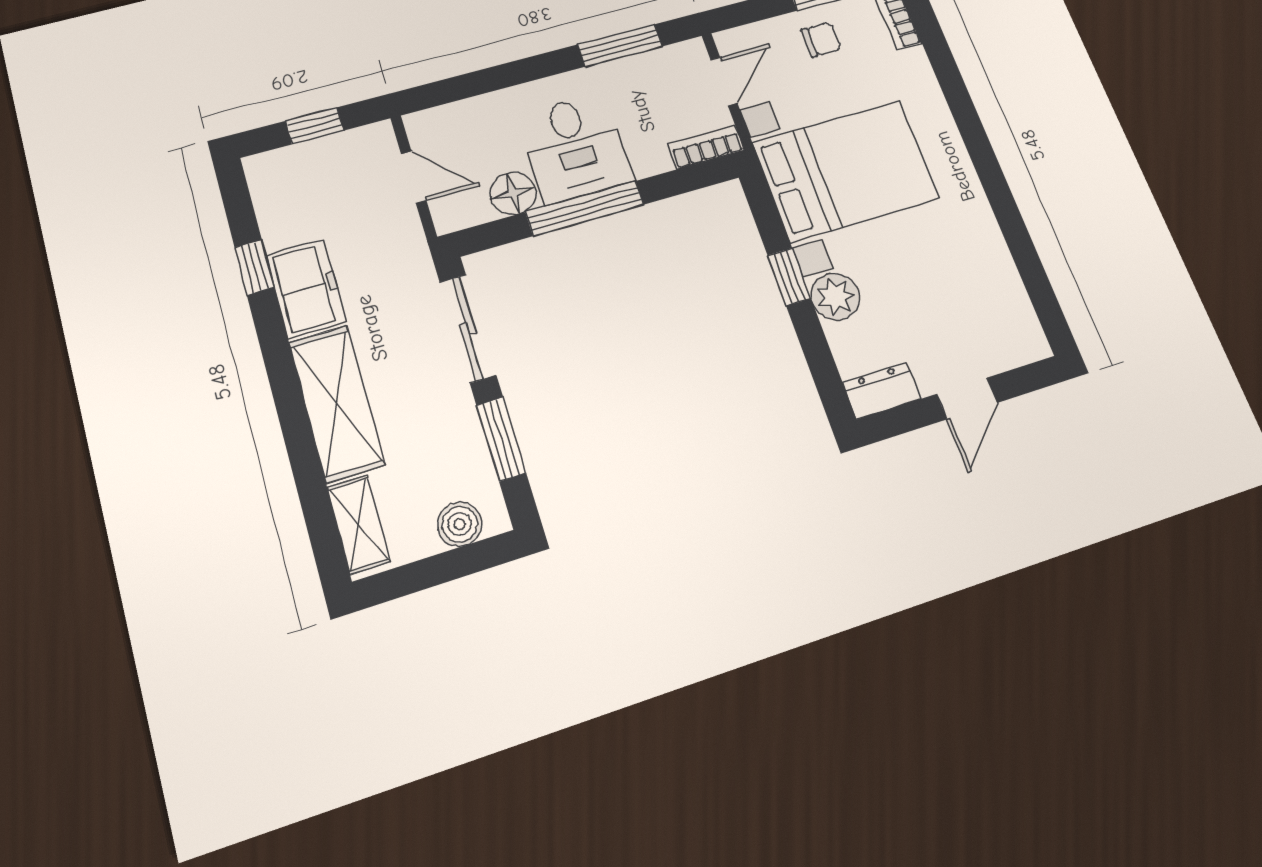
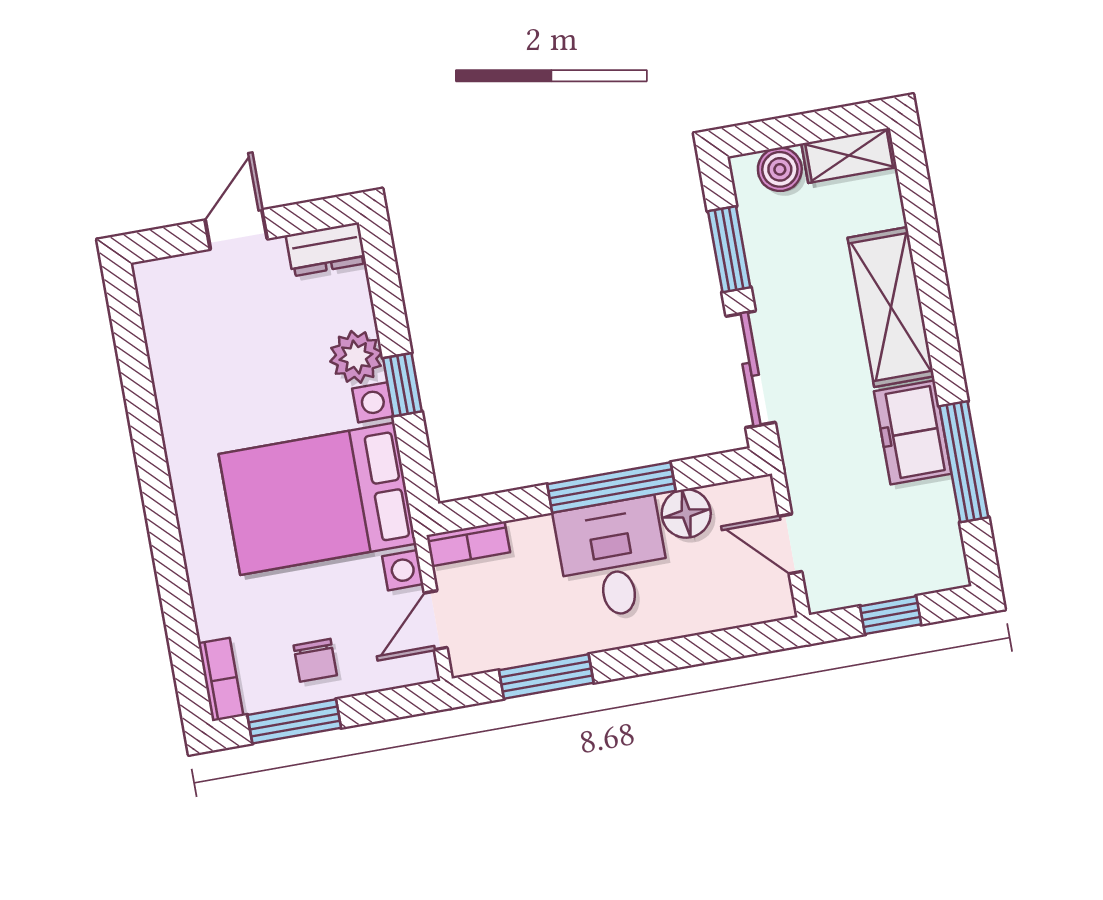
chair: (821, 40) -> (315, 660), turned -90
window: (254, 267) -> (964, 462), width x2.17
shelving: (358, 524) -> (849, 155), moved, turned 90

